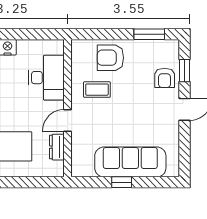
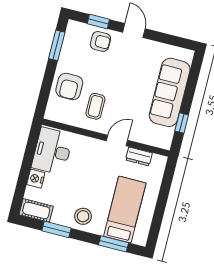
desk: (46, 78) -> (52, 151), moved, turned -90
door: (68, 120) -> (117, 140), swing flipped
window: (122, 182) -> (182, 123), moved

